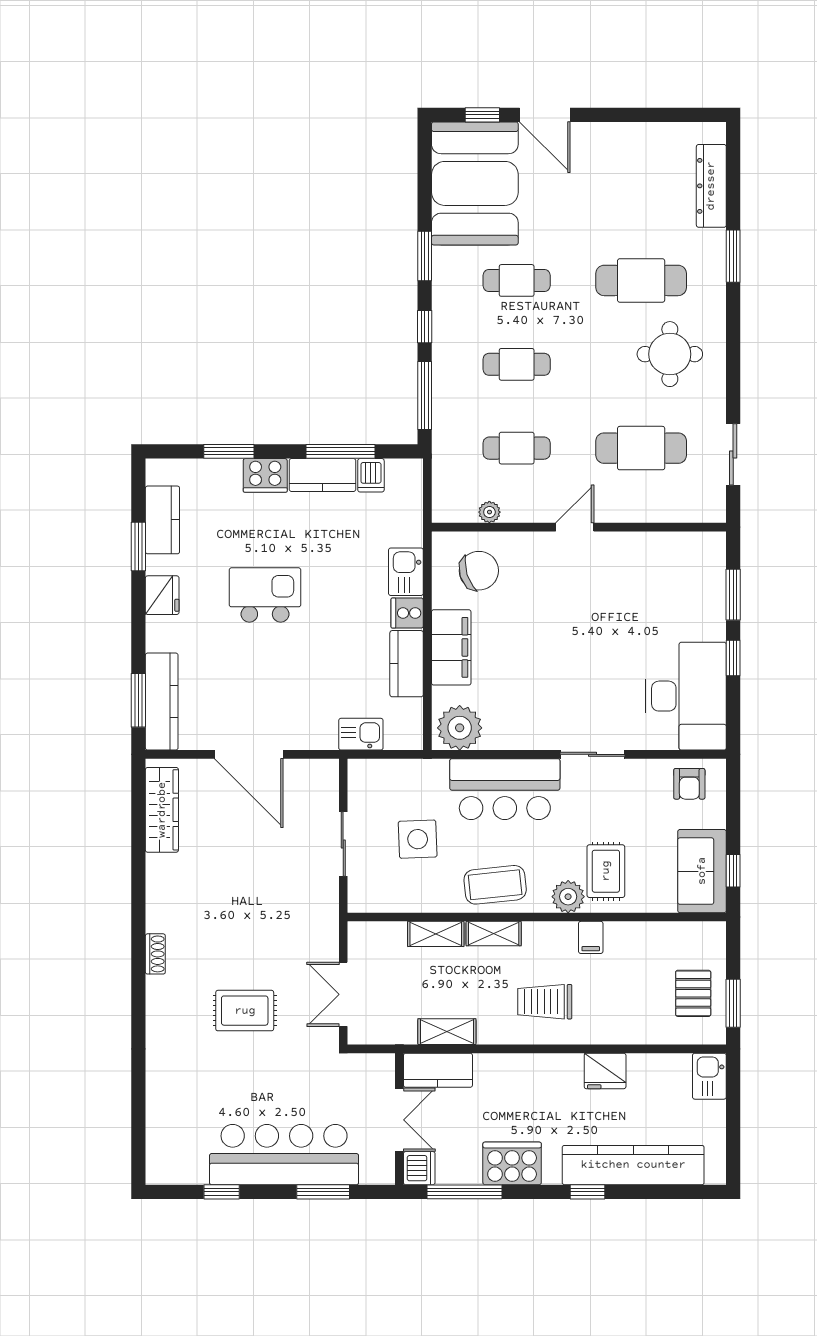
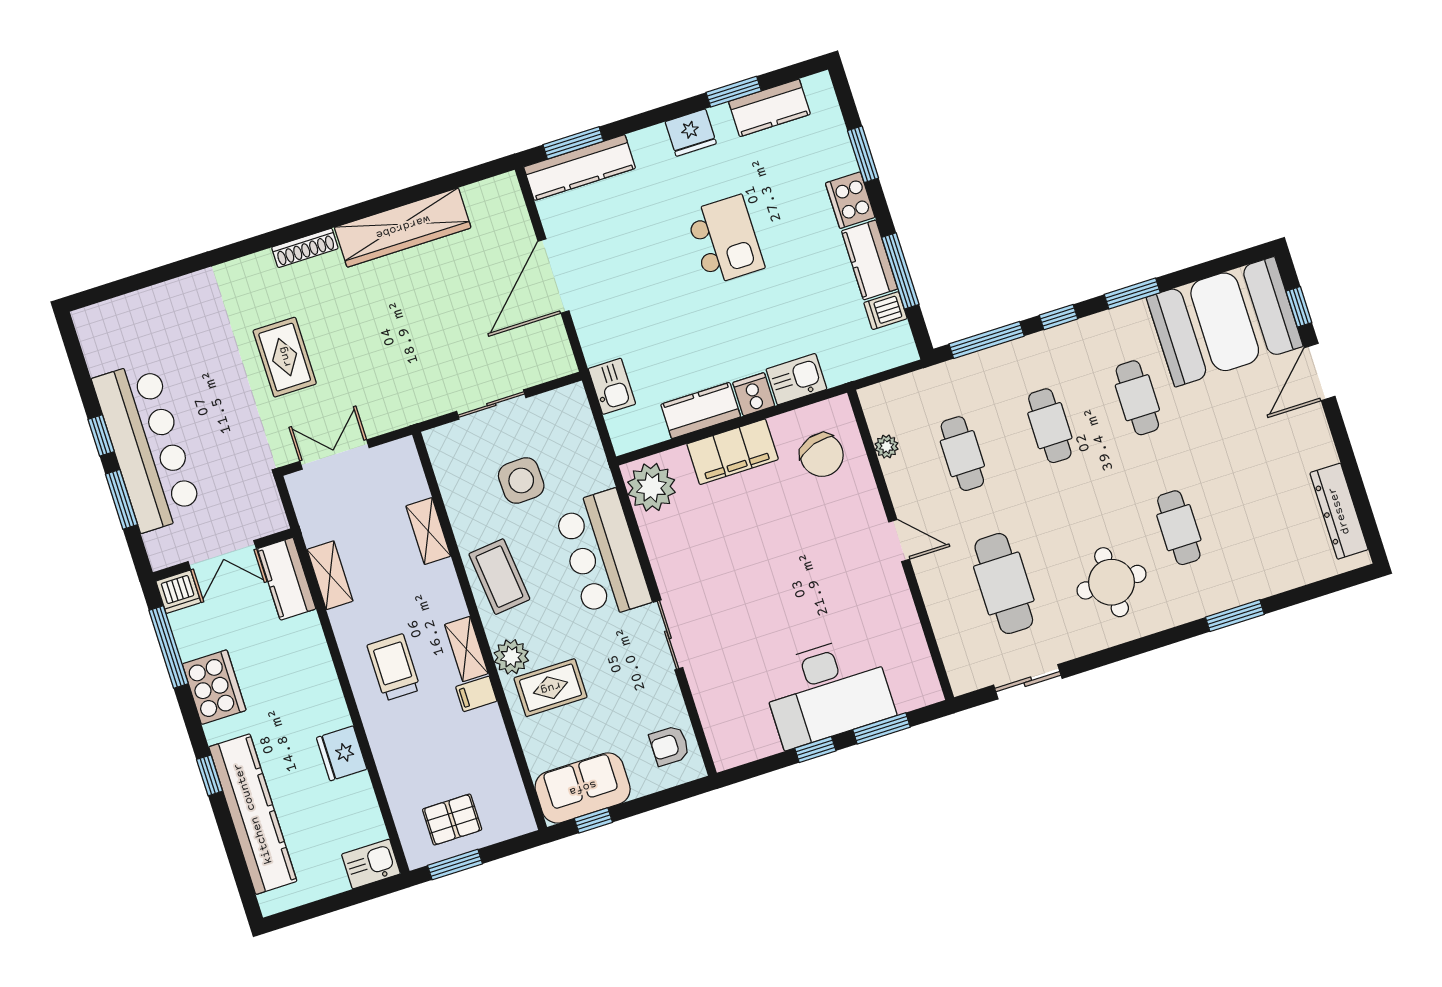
dresser: (711, 186) -> (1339, 511), moved, turned -90
cafe table: (641, 280) -> (1179, 528), width x0.73, depth x0.74
desk: (686, 696) -> (827, 691), moved
wardrobe: (162, 810) -> (403, 227), moved, width x1.40, depth x1.17
shelving: (494, 934) -> (466, 649), moved
shoe rack: (155, 954) -> (305, 248), width x1.43
window: (222, 1192) -> (101, 435), moved

